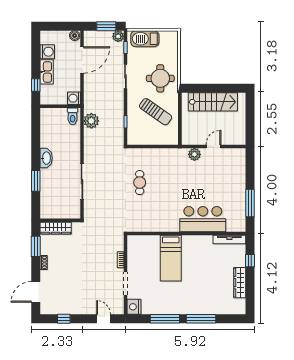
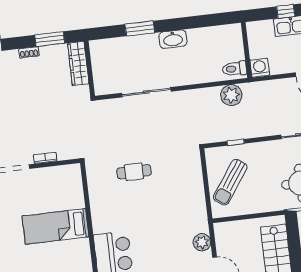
window: (36, 85) -> (286, 11), moved
sun lounger: (156, 112) -> (230, 182), moved
cafe table: (140, 183) -> (134, 172), moved

